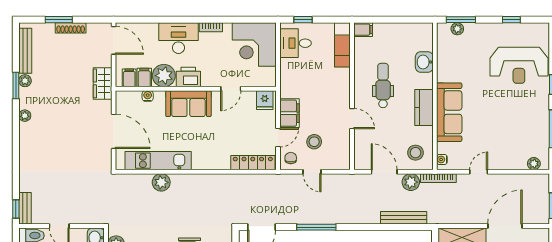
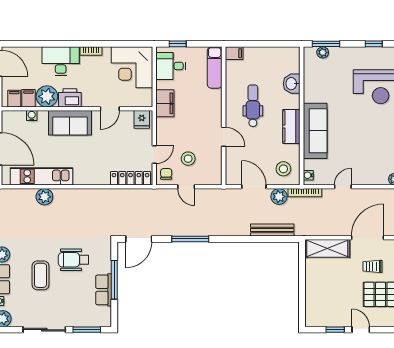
filing cabinet: (289, 113) -> (165, 103), moved

